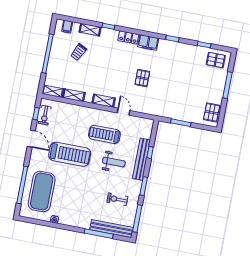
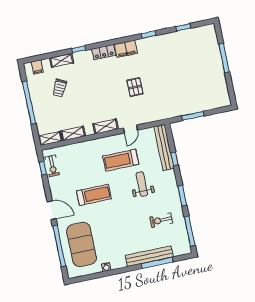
pallet: (216, 60) -> (201, 38), removed
door: (124, 112) -> (130, 129), swing flipped
pallet: (212, 112) -> (220, 92), removed
door: (31, 139) -> (52, 210), moved
treadmill: (70, 154) -> (94, 195), width x0.73, depth x0.73
bench: (141, 159) -> (164, 147), moved
weight bench: (114, 162) -> (142, 184), turned -90
bench: (112, 229) -> (149, 256), moved

